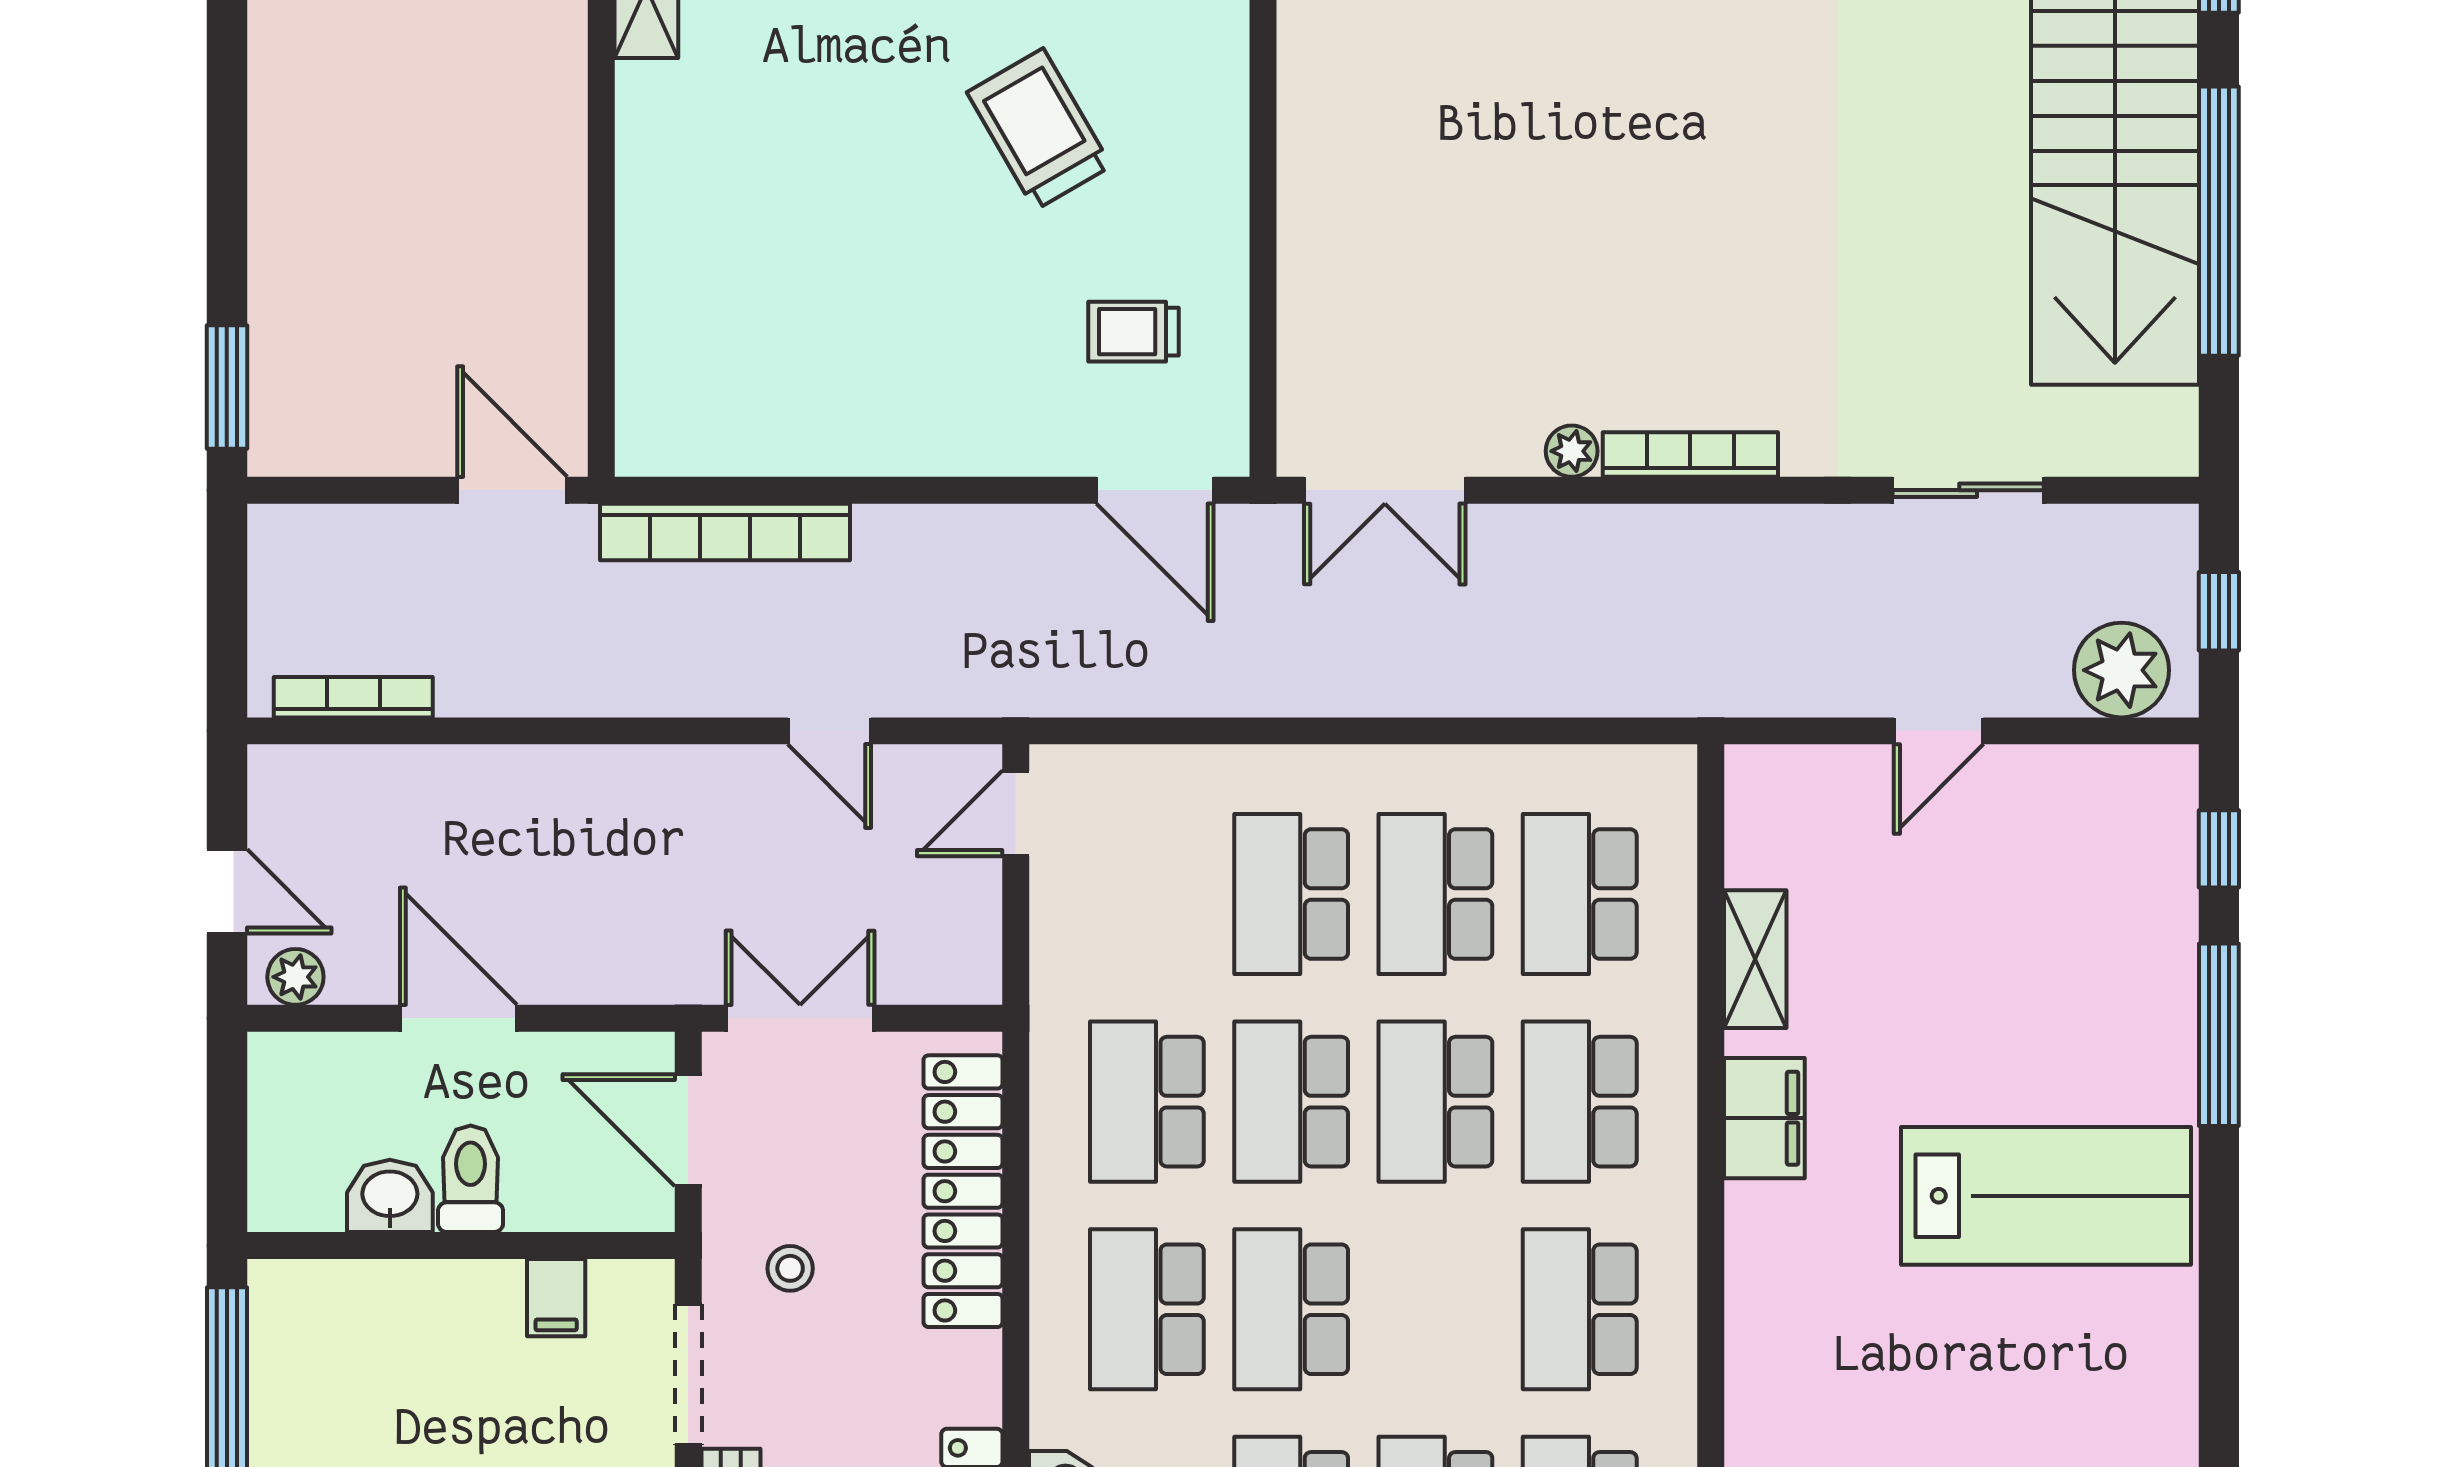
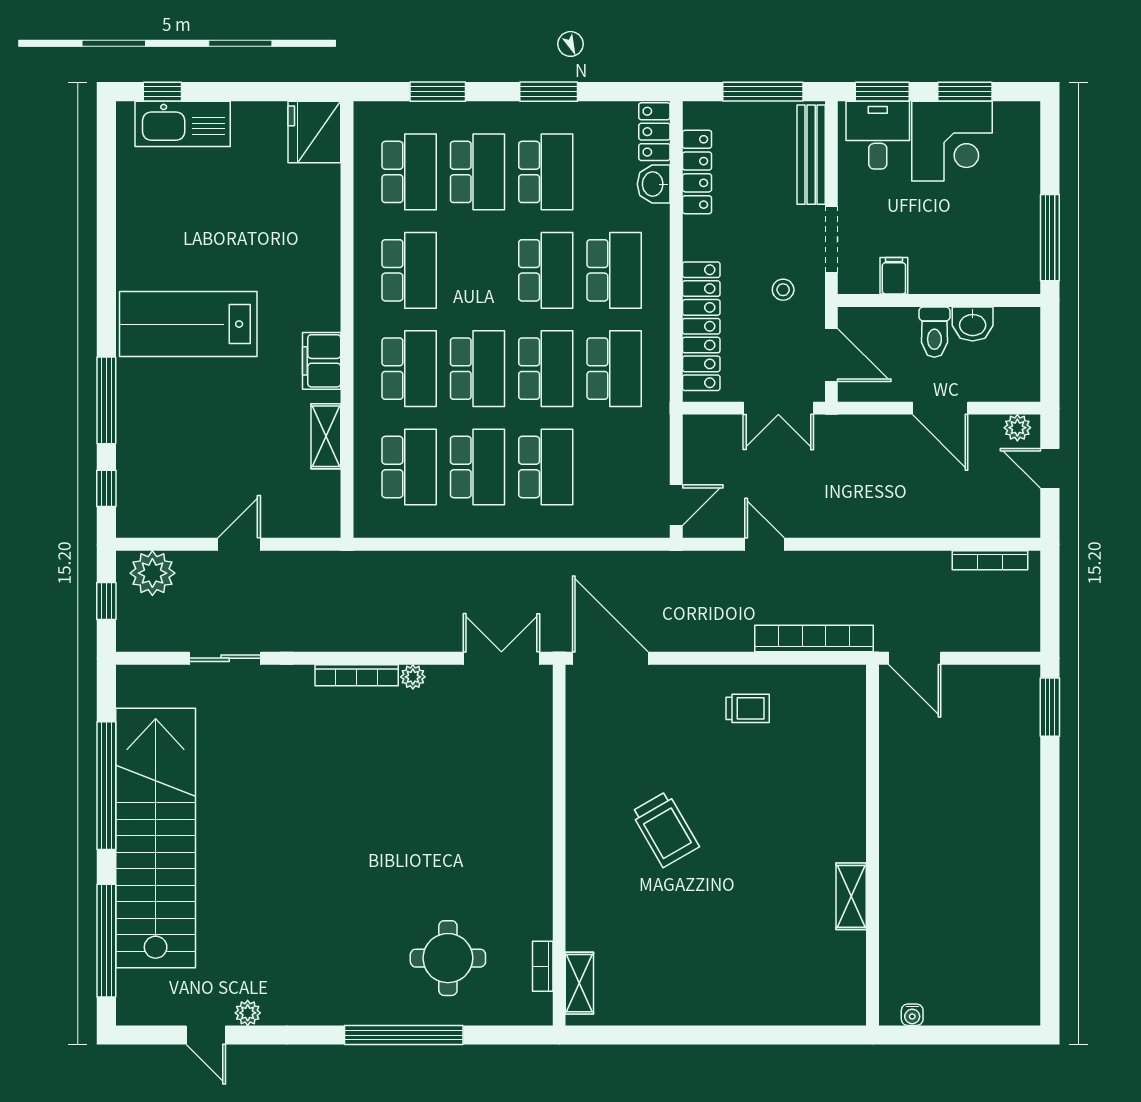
trolley: (1133, 332) -> (748, 708), moved
door: (1155, 490) -> (610, 658), width x1.36

